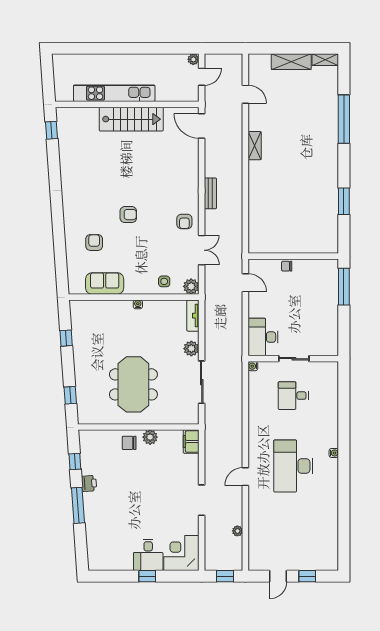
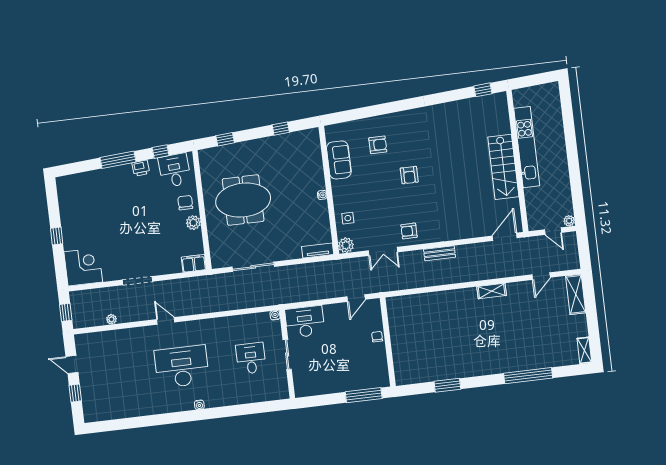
shelving: (291, 62) -> (576, 294), moved
plant: (191, 349) -> (285, 253), removed
desk: (148, 555) -> (175, 170), moved, turned 86

